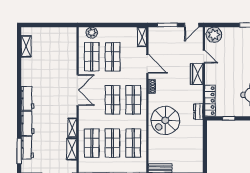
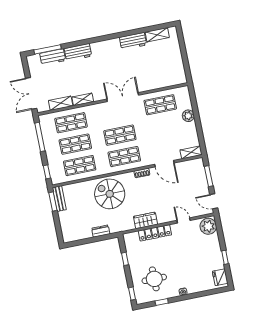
plant: (92, 33) -> (188, 116), moved
shop shelf: (113, 57) -> (164, 126), removed
door: (204, 57) -> (184, 220), swing flipped
door: (147, 64) -> (164, 164), hinge flipped
wardrobe: (197, 74) -> (145, 220), moved
double door: (78, 90) -> (123, 97), swing flipped
workbench: (27, 98) -> (133, 41), moved
locker: (210, 101) -> (155, 233), moved
dresser: (198, 111) -> (101, 231), moved

